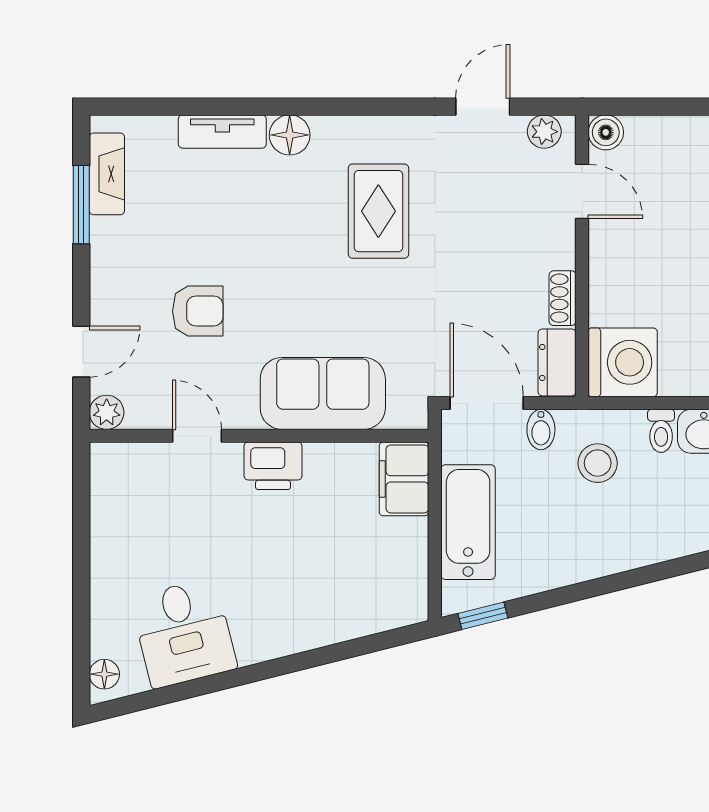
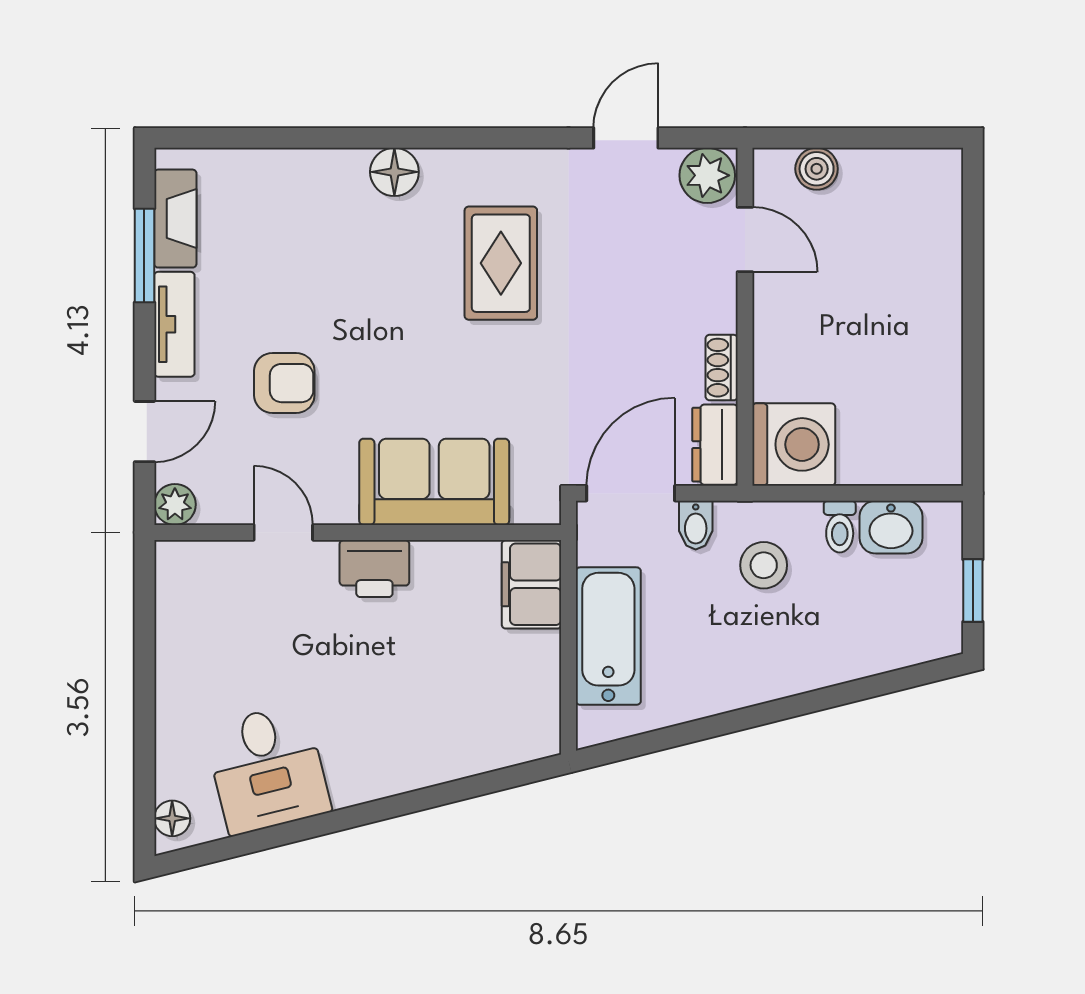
tv unit: (222, 132) -> (174, 324), moved, turned -90
plant: (544, 132) -> (707, 175), width x1.38, depth x1.38
boiler: (606, 132) -> (817, 169), moved
door: (487, 403) -> (631, 493), hinge flipped
window: (483, 616) -> (626, 748), removed

